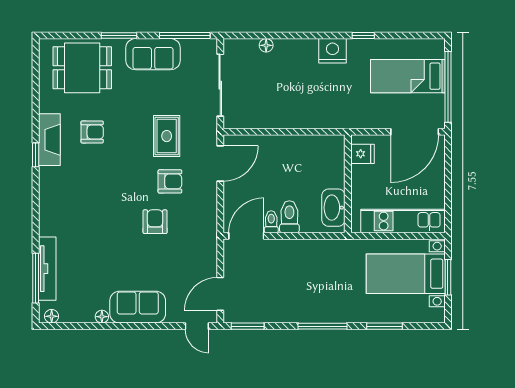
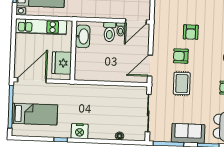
fridge: (362, 154) -> (62, 63), width x1.88, depth x1.34

